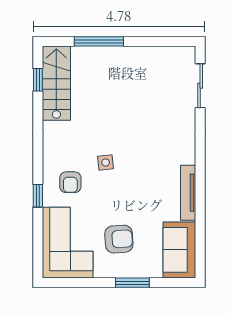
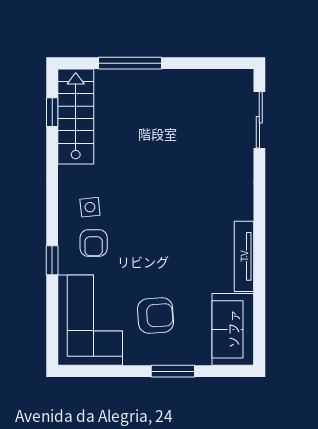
side table: (106, 162) -> (90, 207), moved

